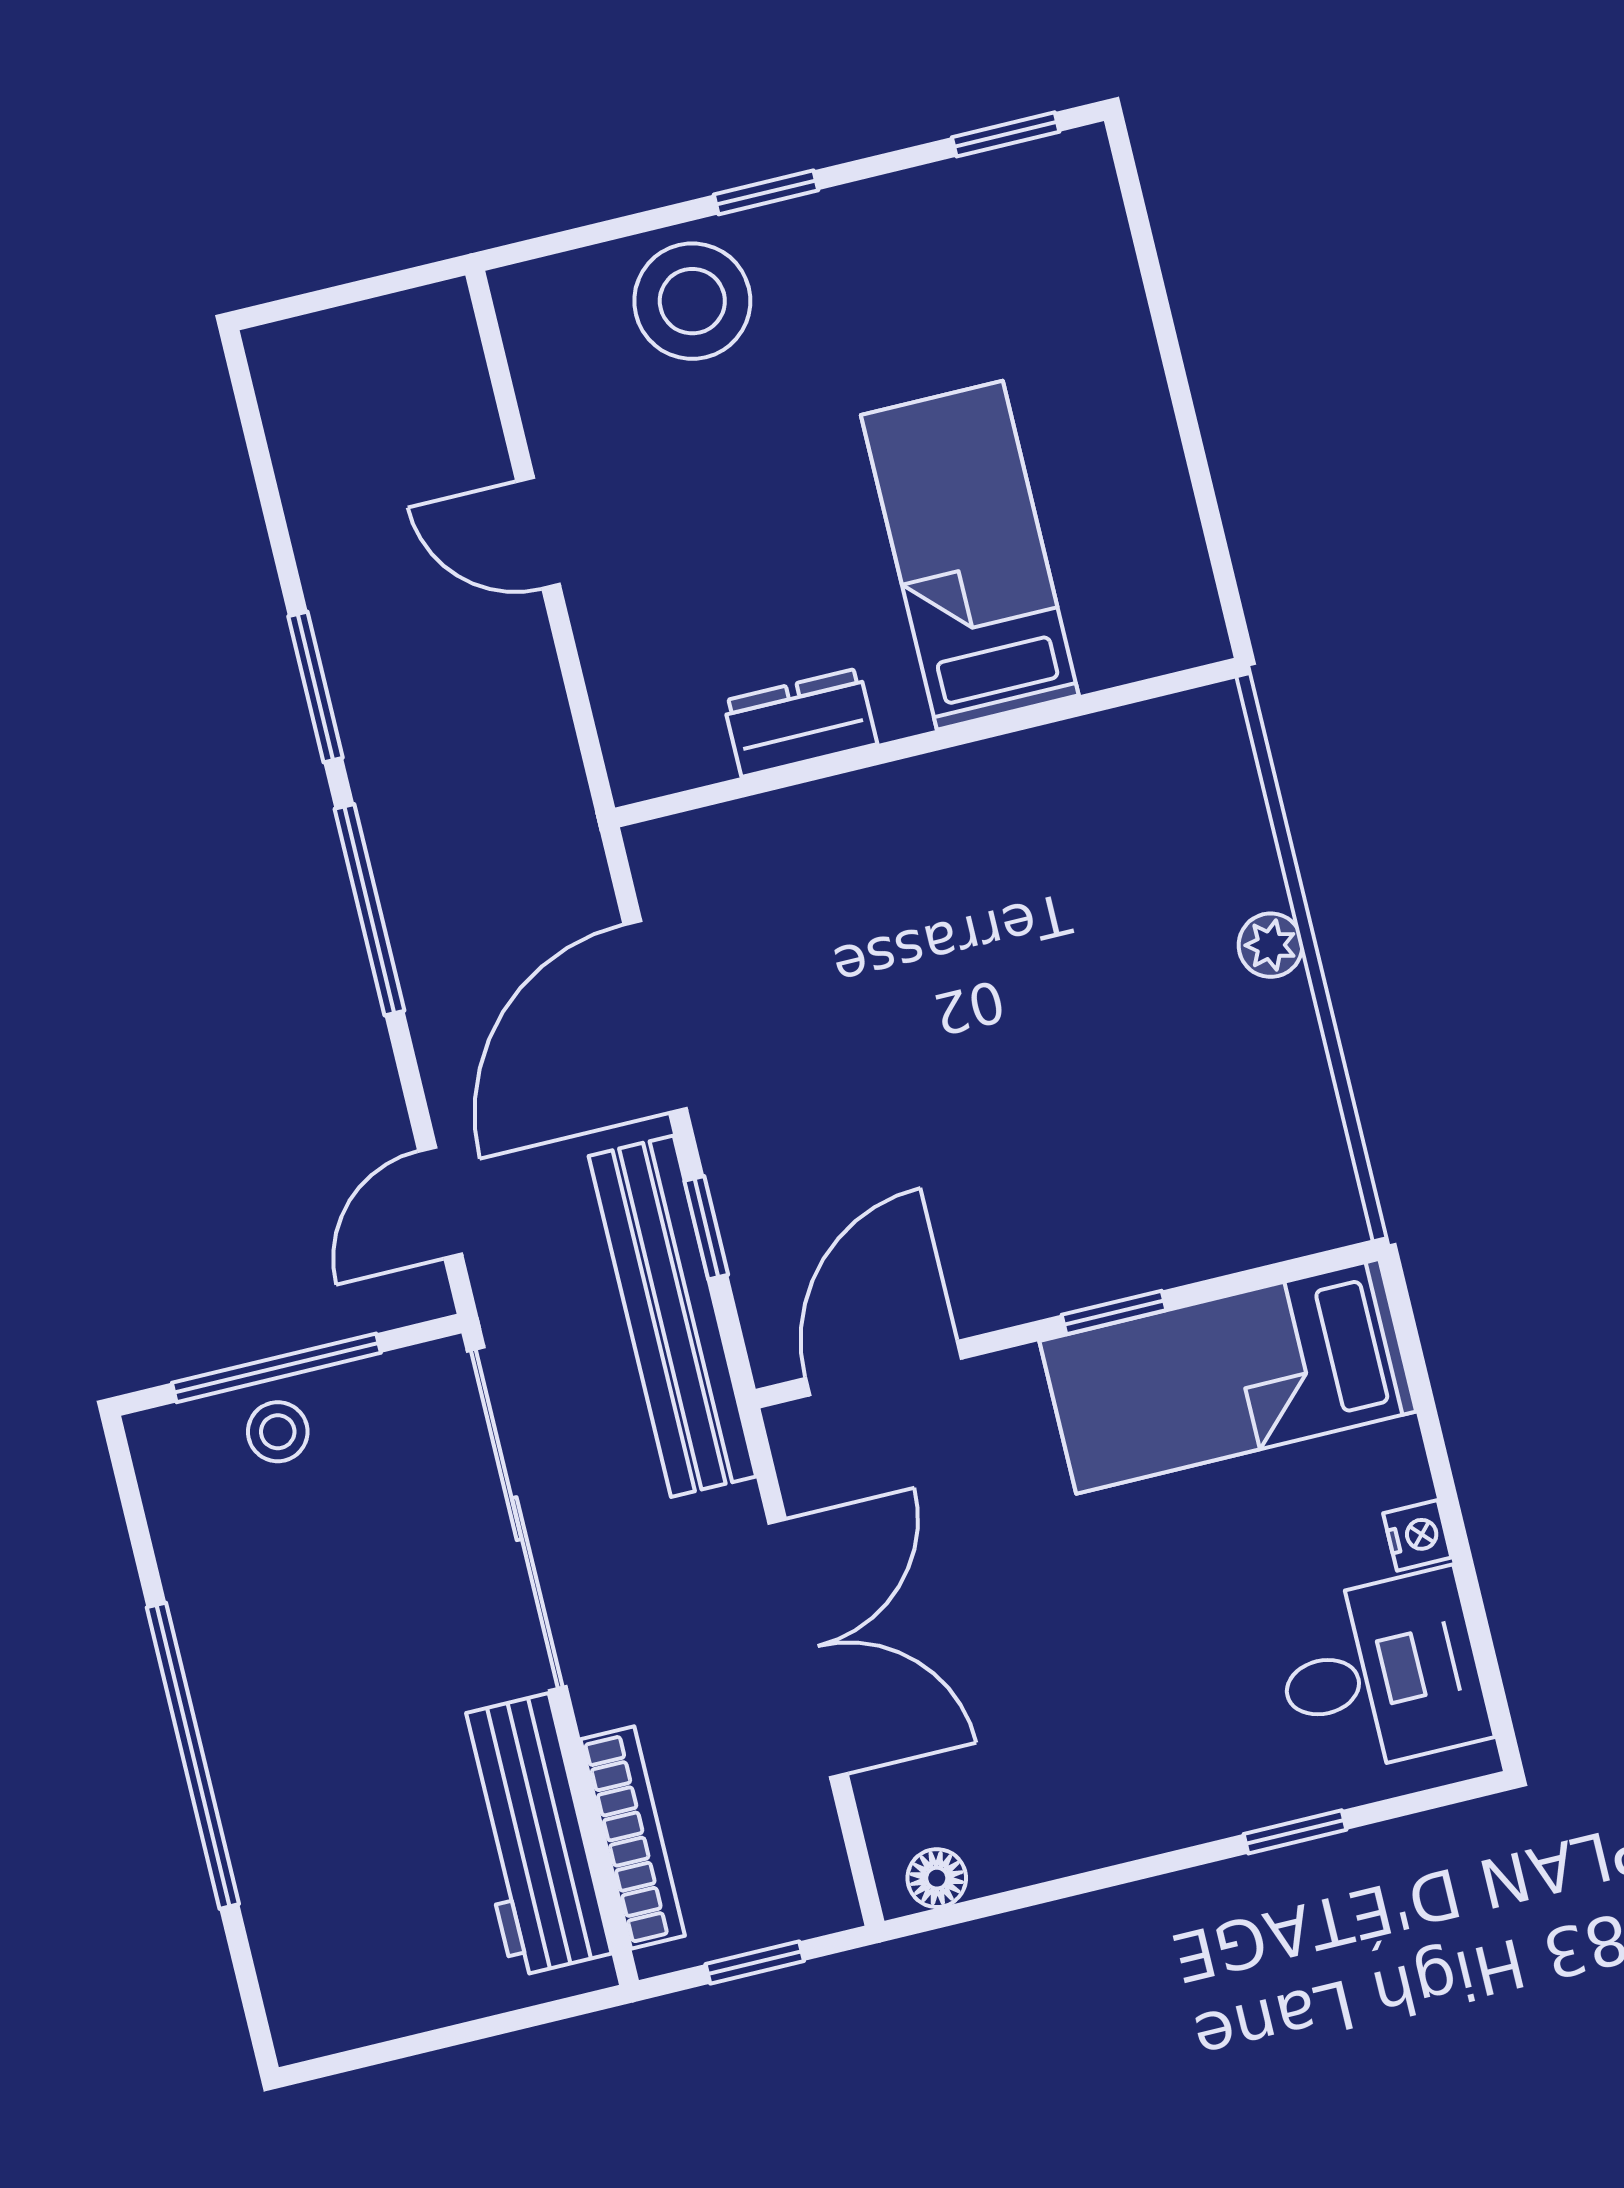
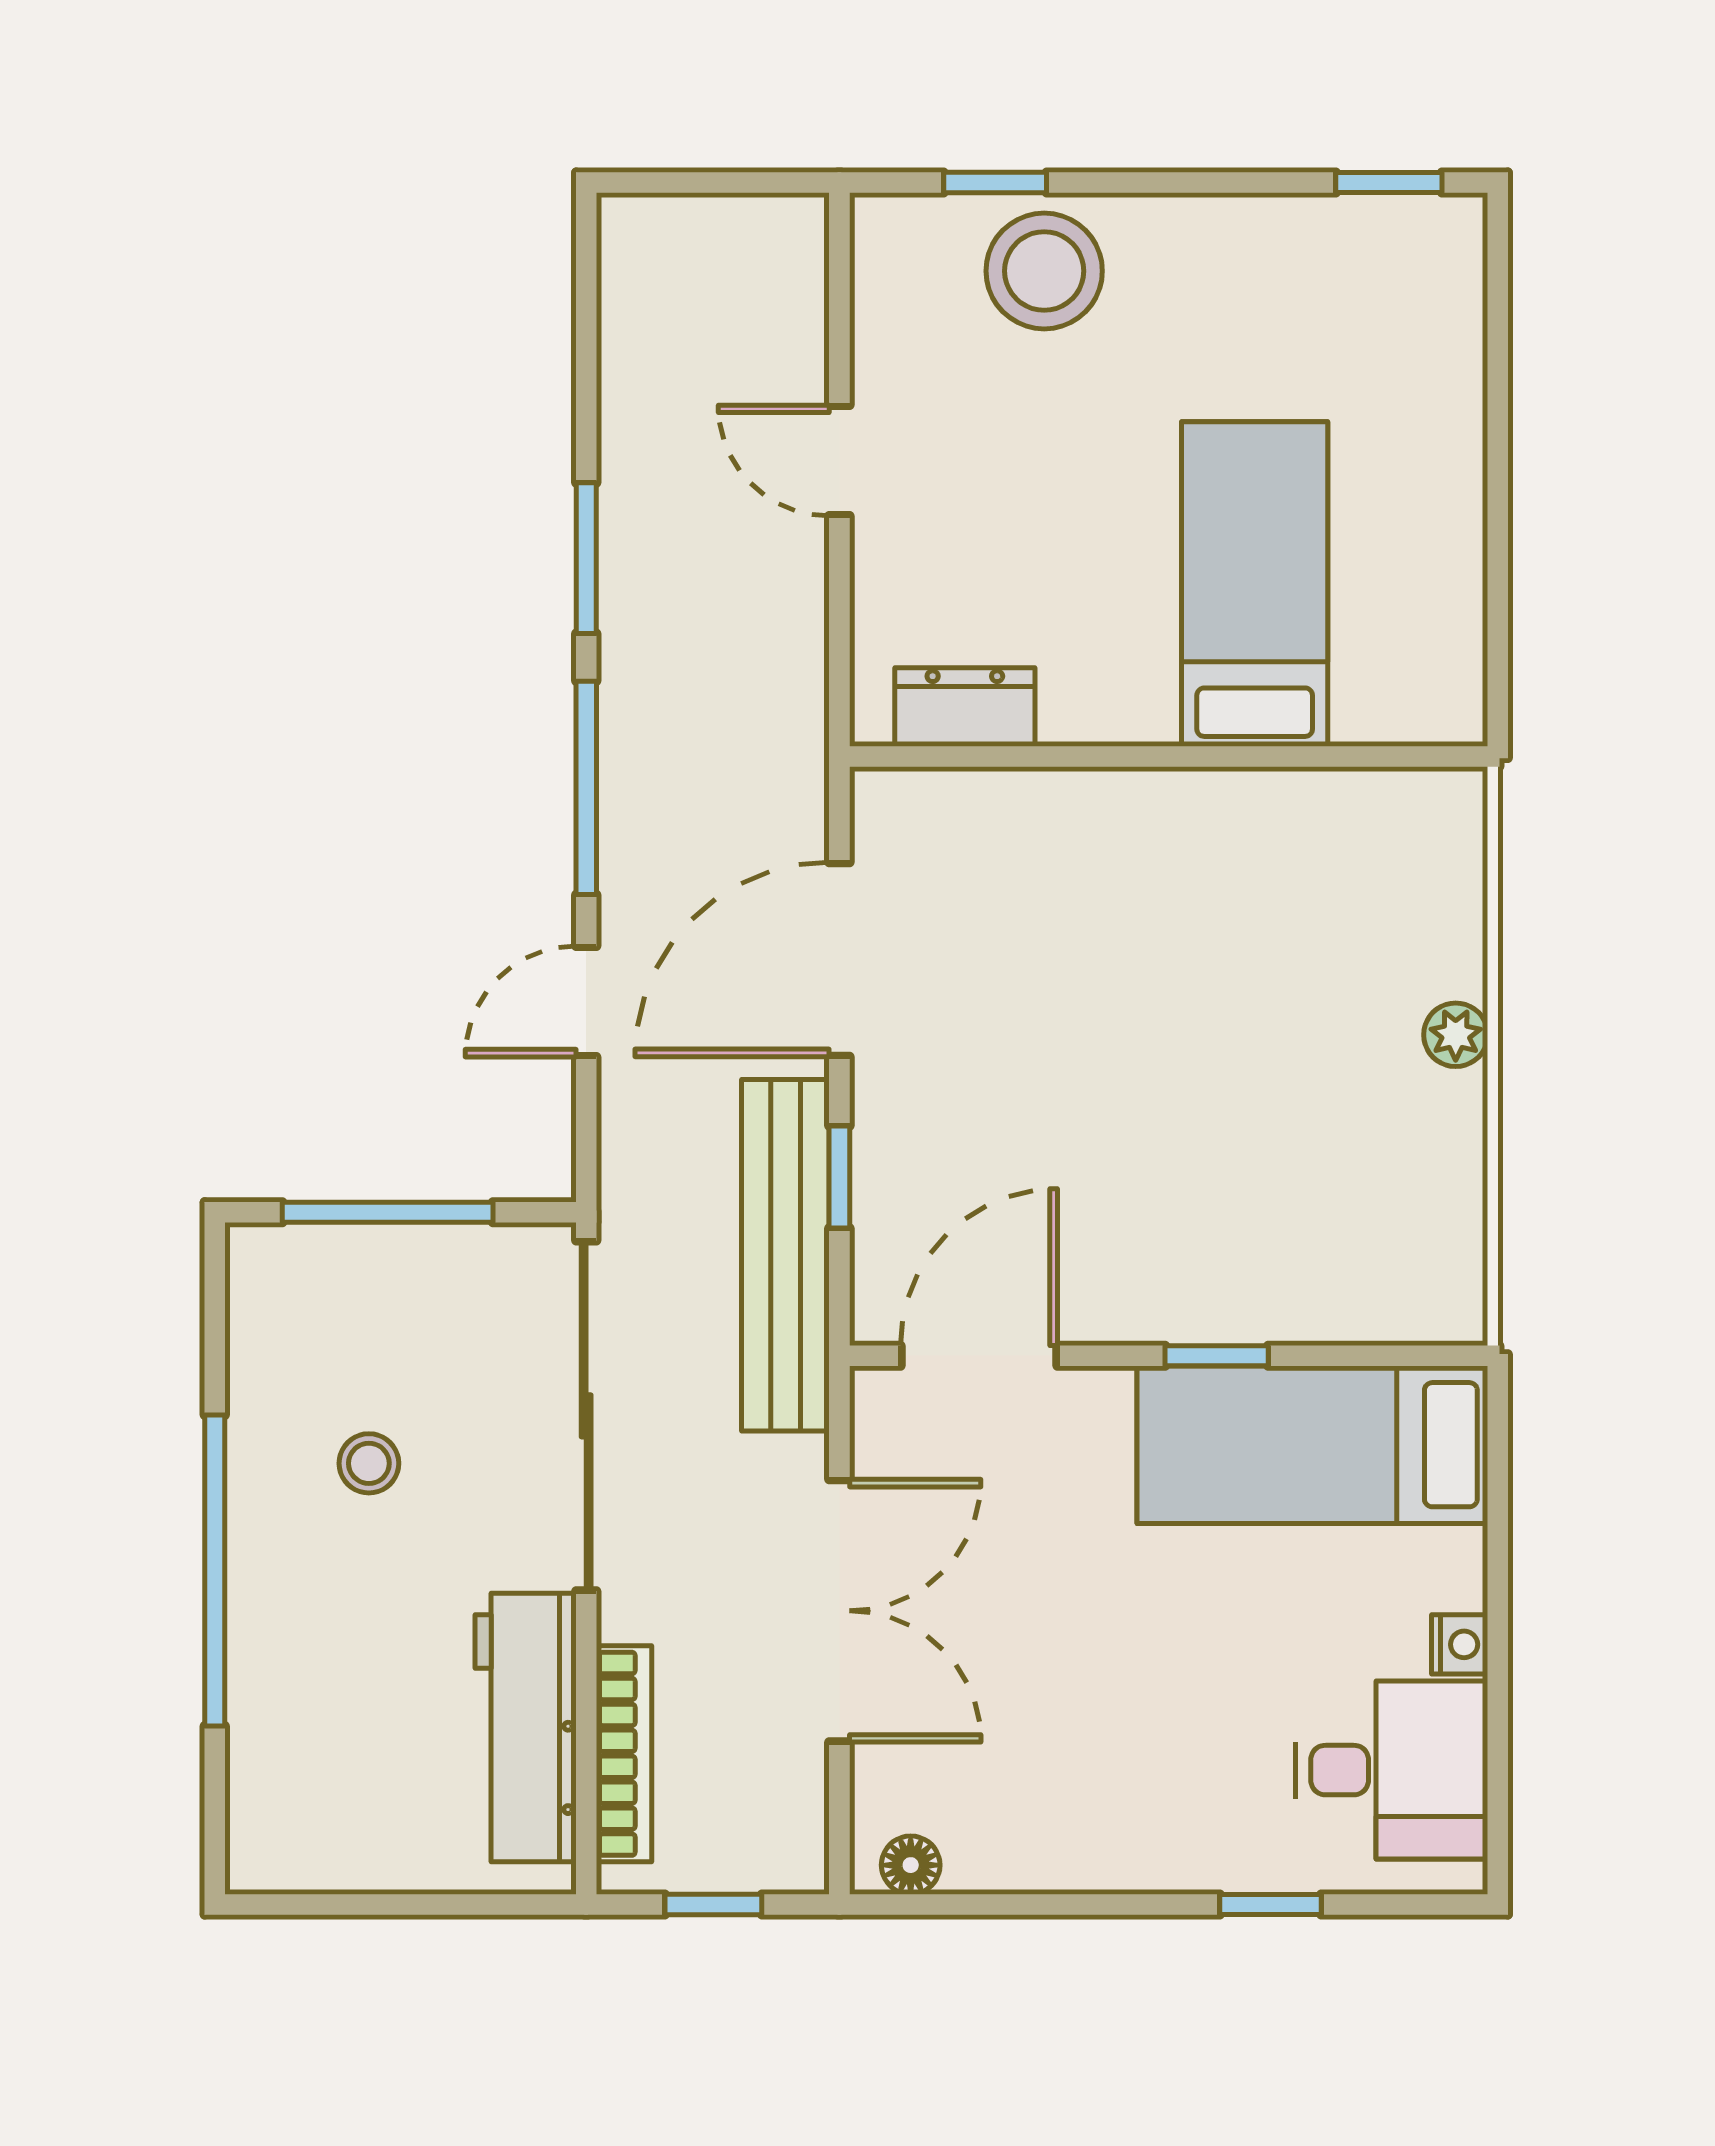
window: (766, 192) -> (995, 182), moved
dresser: (800, 722) -> (965, 707), moved
door: (440, 1203) -> (586, 1002), moved
stool: (278, 1432) -> (369, 1463), moved

